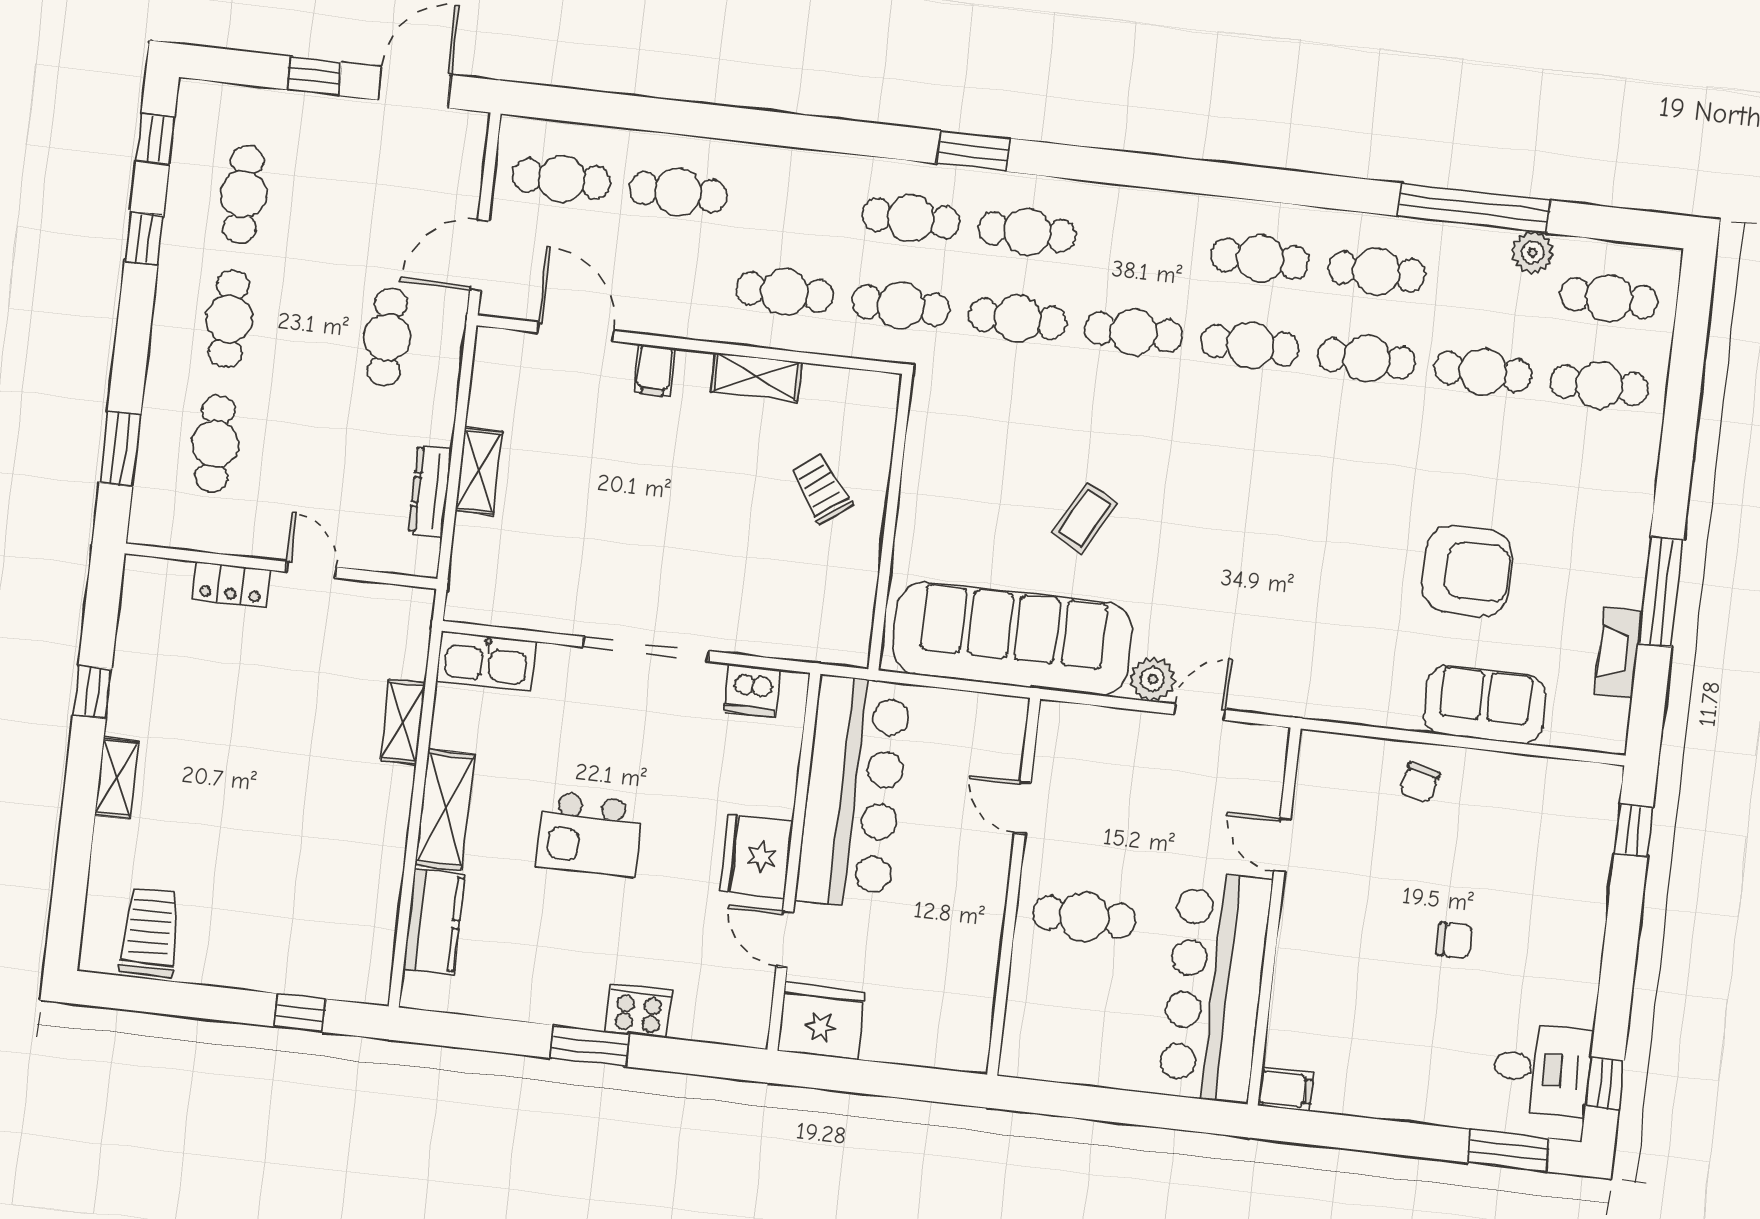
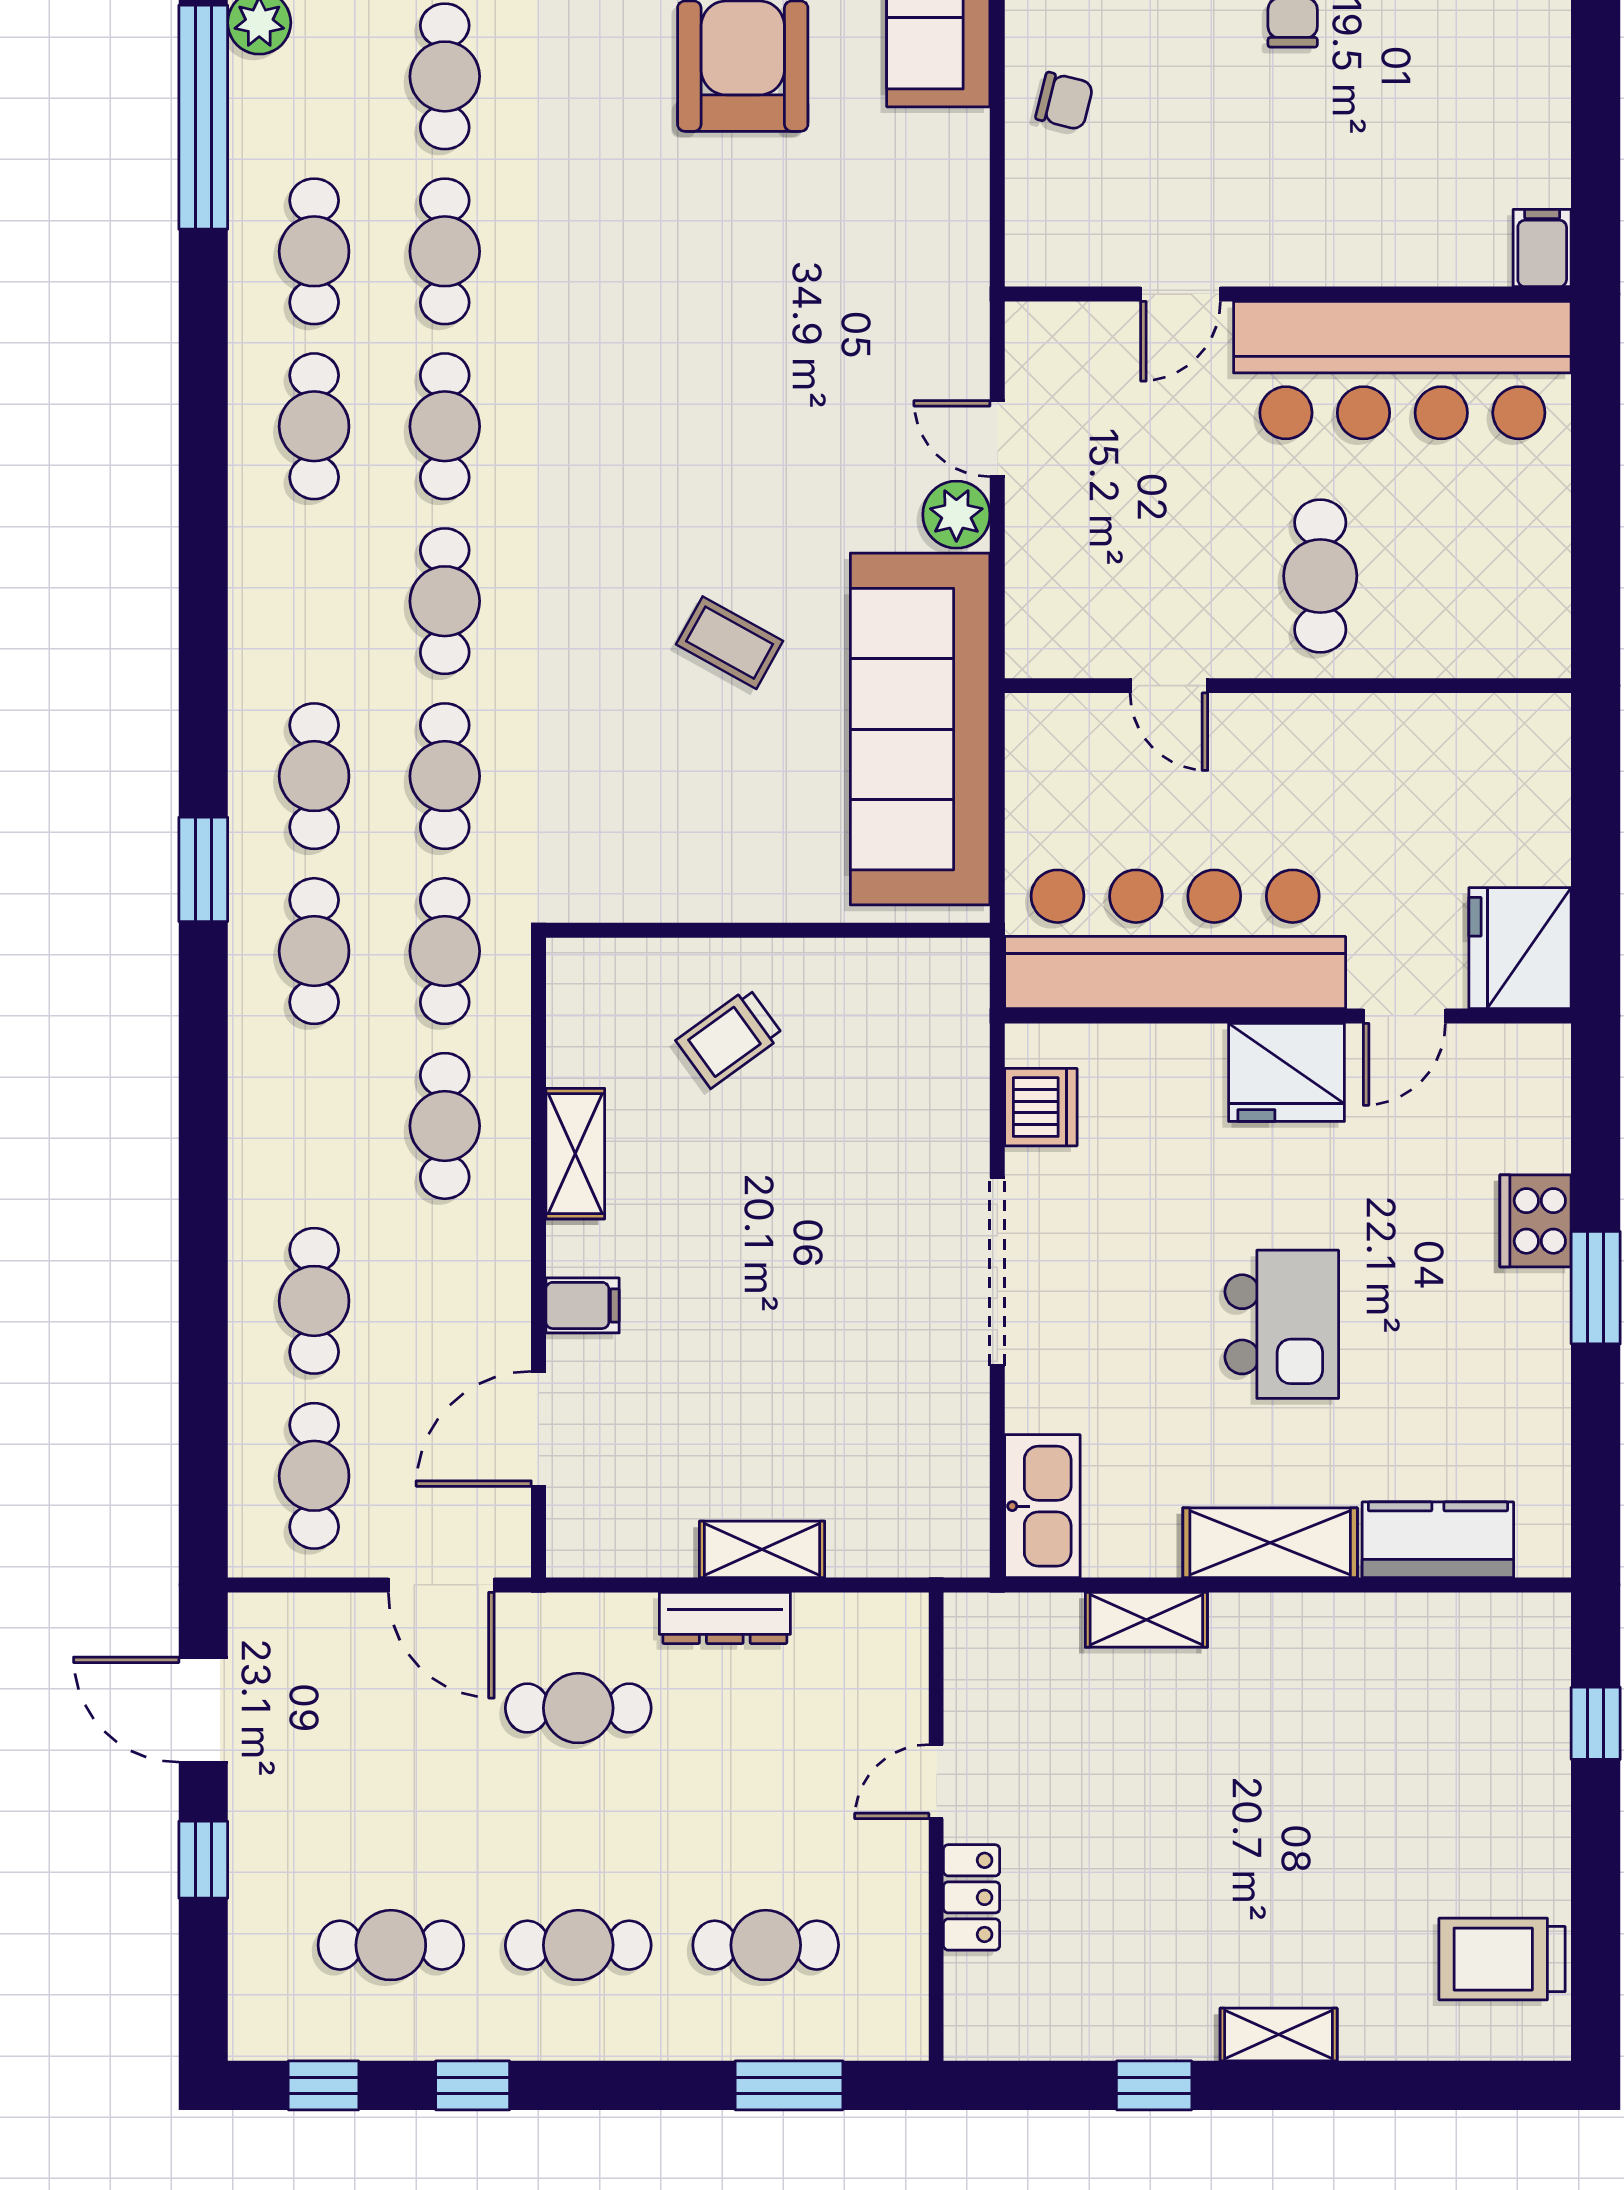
dresser: (430, 491) -> (725, 1618), moved
door: (1023, 808) -> (1169, 686), hinge flipped

